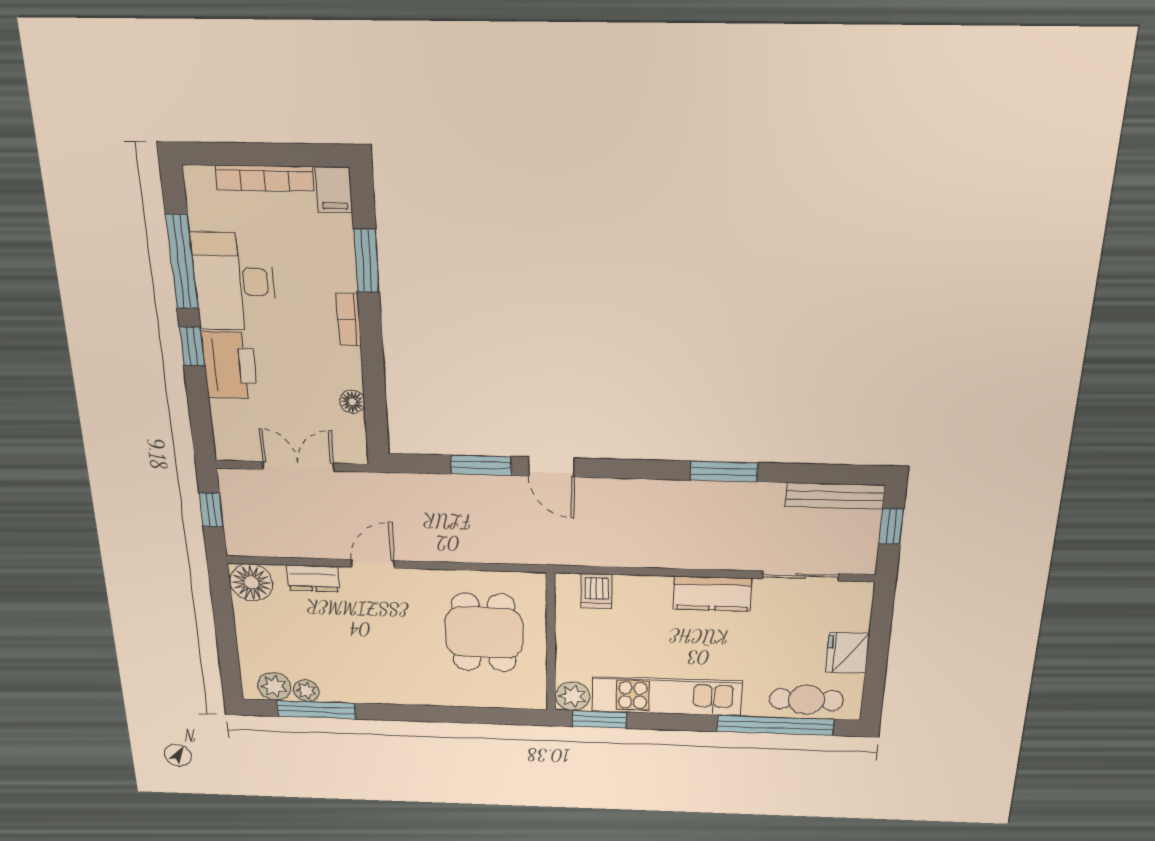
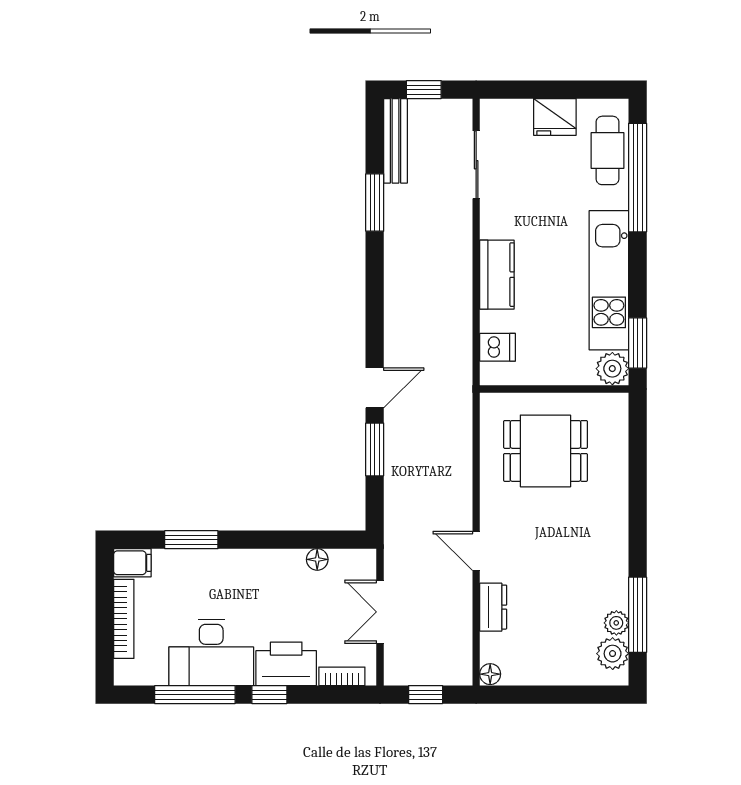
bookcase: (349, 320) -> (342, 676), moved, turned 180
window: (724, 471) -> (375, 202), moved
floor lamp: (251, 582) -> (490, 674), width x0.53, depth x0.53
kitchen counter: (713, 594) -> (497, 275), moved

